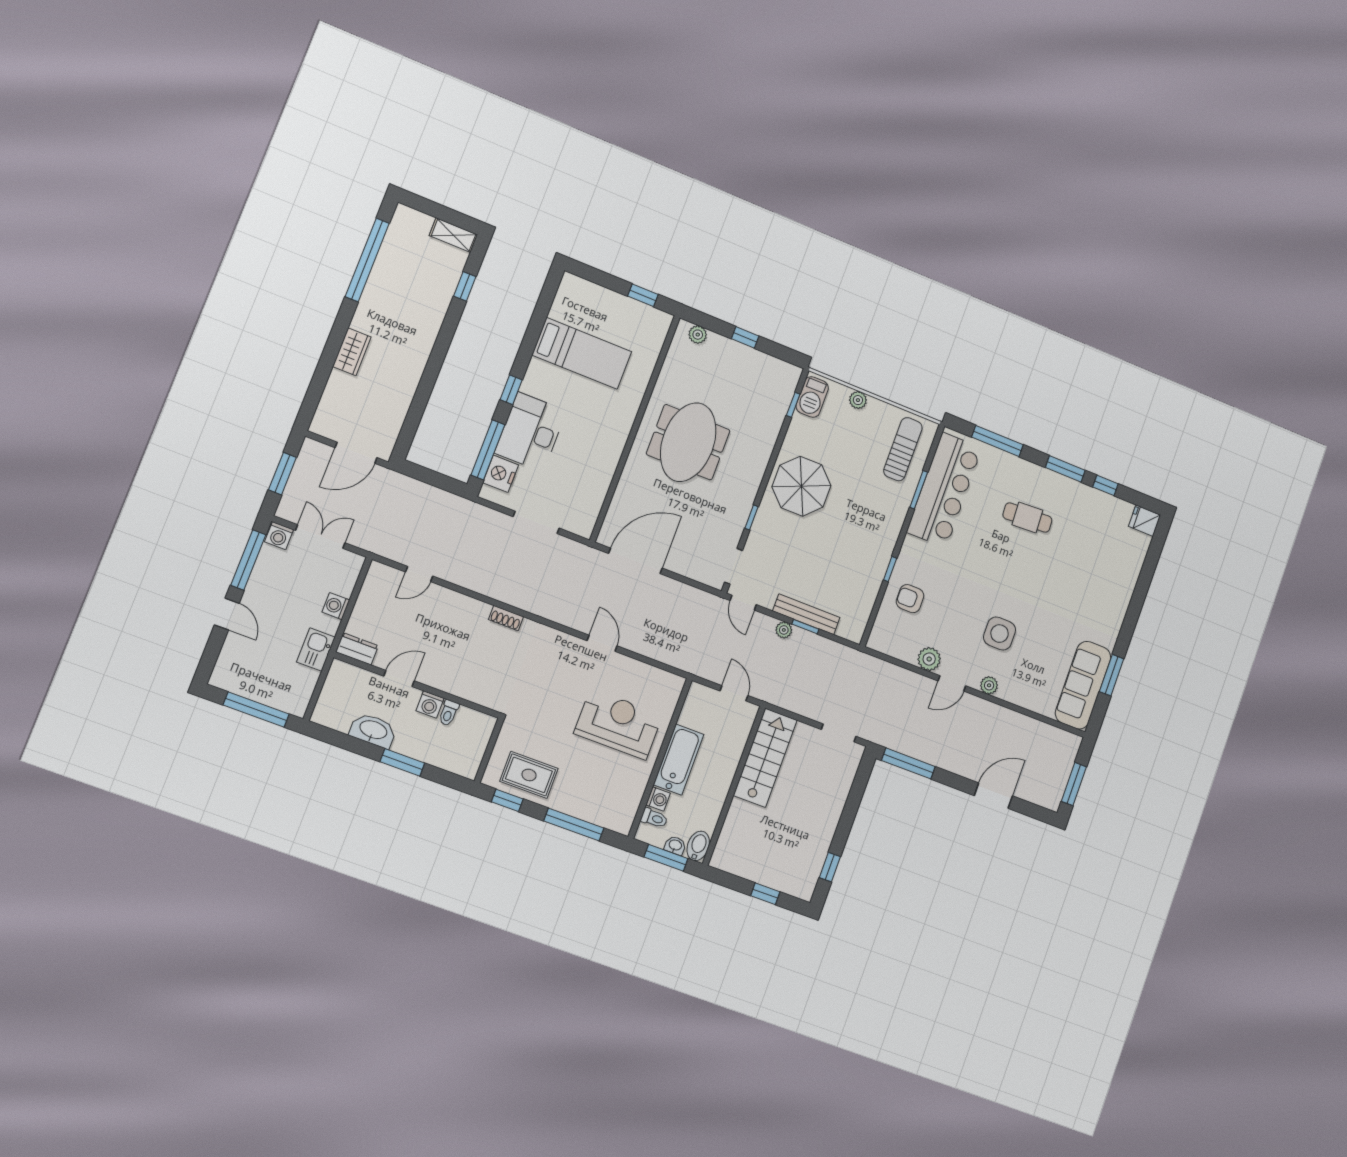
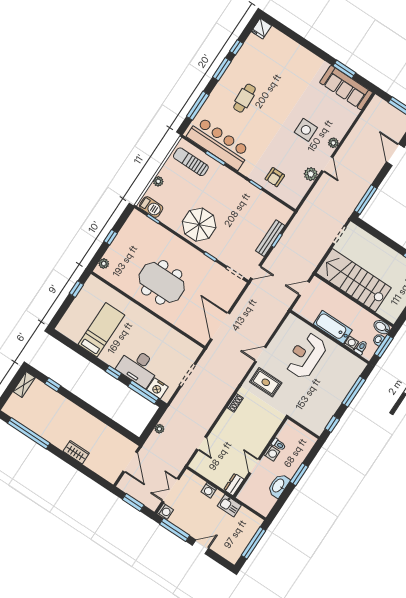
plant: (784, 630) -> (159, 429), moved
stairs: (765, 758) -> (354, 280), width x1.36, depth x1.51
rug: (529, 775) -> (266, 382), moved, turned 90

